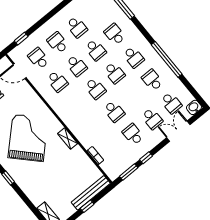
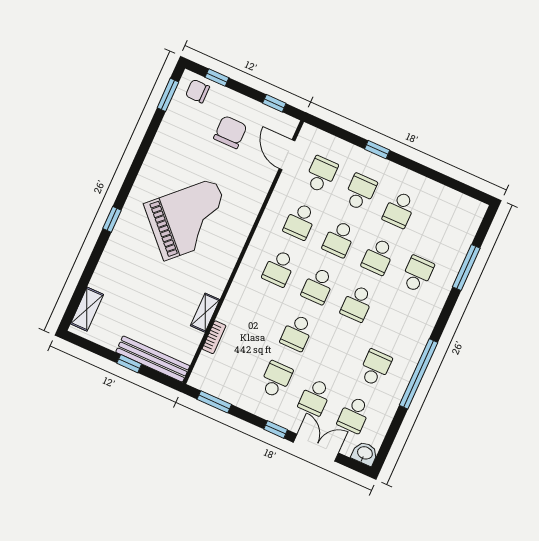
window: (21, 39) -> (377, 150), moved
school desk: (134, 57) -> (279, 268), moved
shelving: (68, 138) -> (205, 313), moved
window: (146, 158) -> (276, 429), moved

